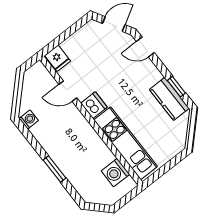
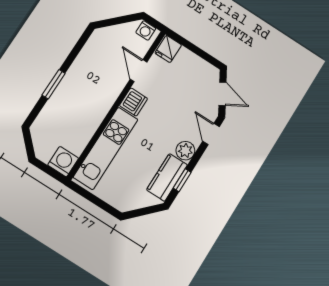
plant: (152, 75) -> (185, 151), added
washing machine: (29, 119) -> (146, 30), moved, turned 90
washing machine: (115, 173) -> (63, 162), moved, turned 90

